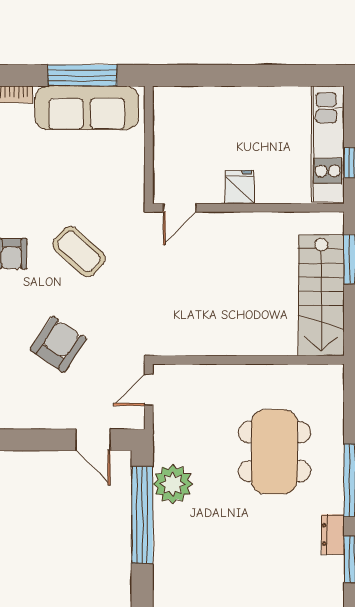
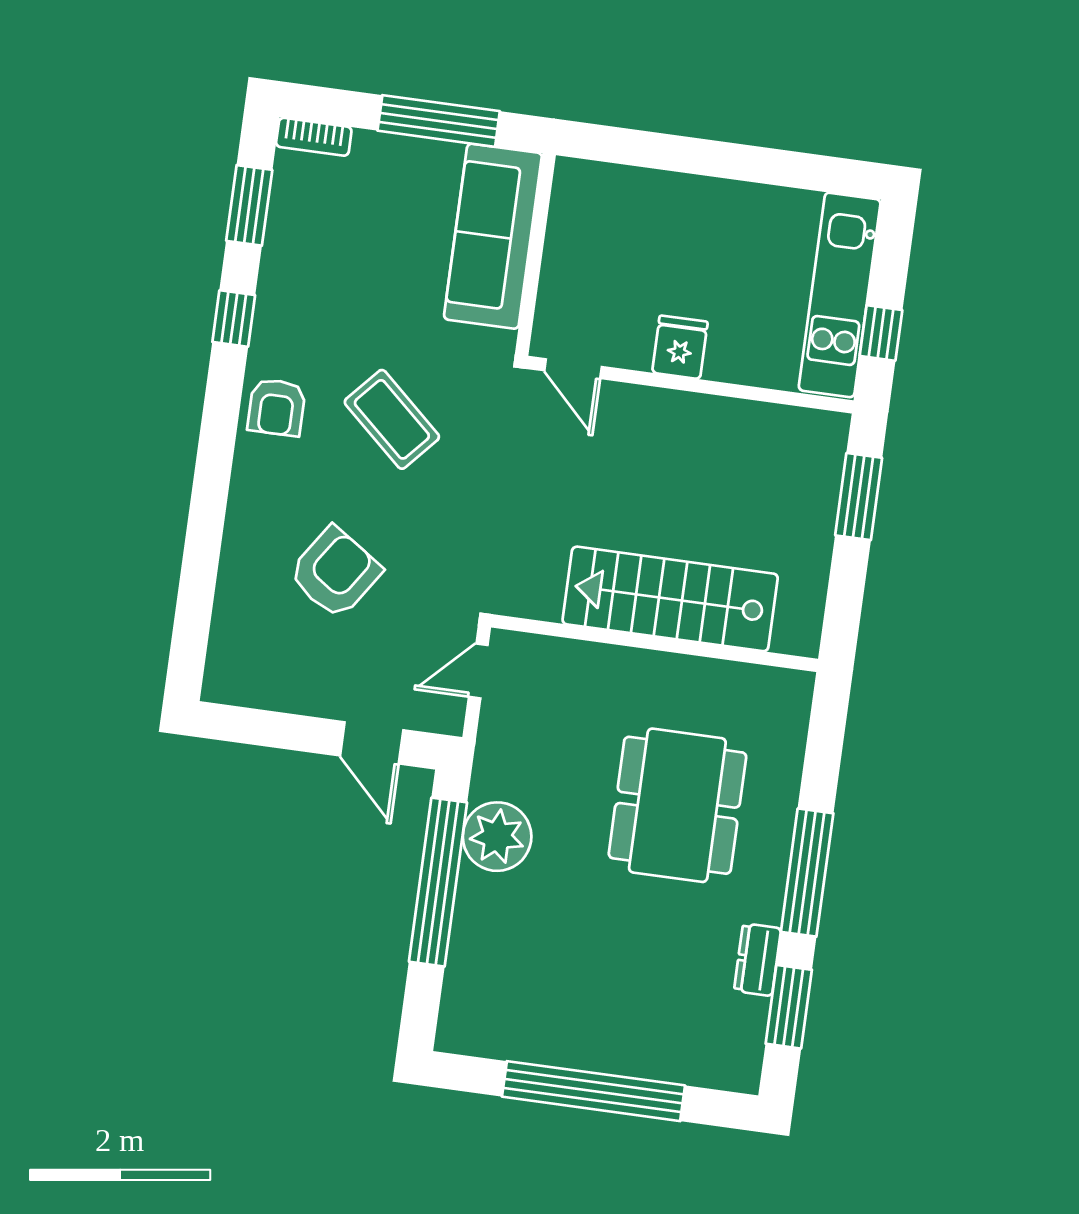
sofa: (87, 108) -> (493, 236), moved, turned 90
door: (180, 208) -> (573, 369), hinge flipped
stairs: (321, 295) -> (670, 599), moved, turned 90

